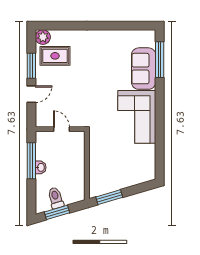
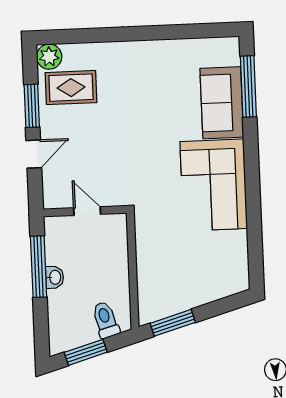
toilet: (56, 198) -> (106, 320), moved

